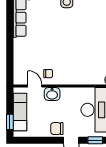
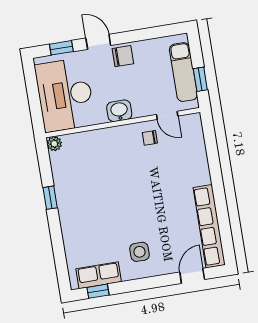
washbasin: (52, 94) -> (119, 111), moved
window: (10, 122) -> (200, 79), moved

